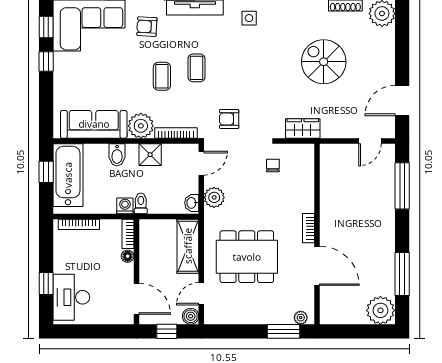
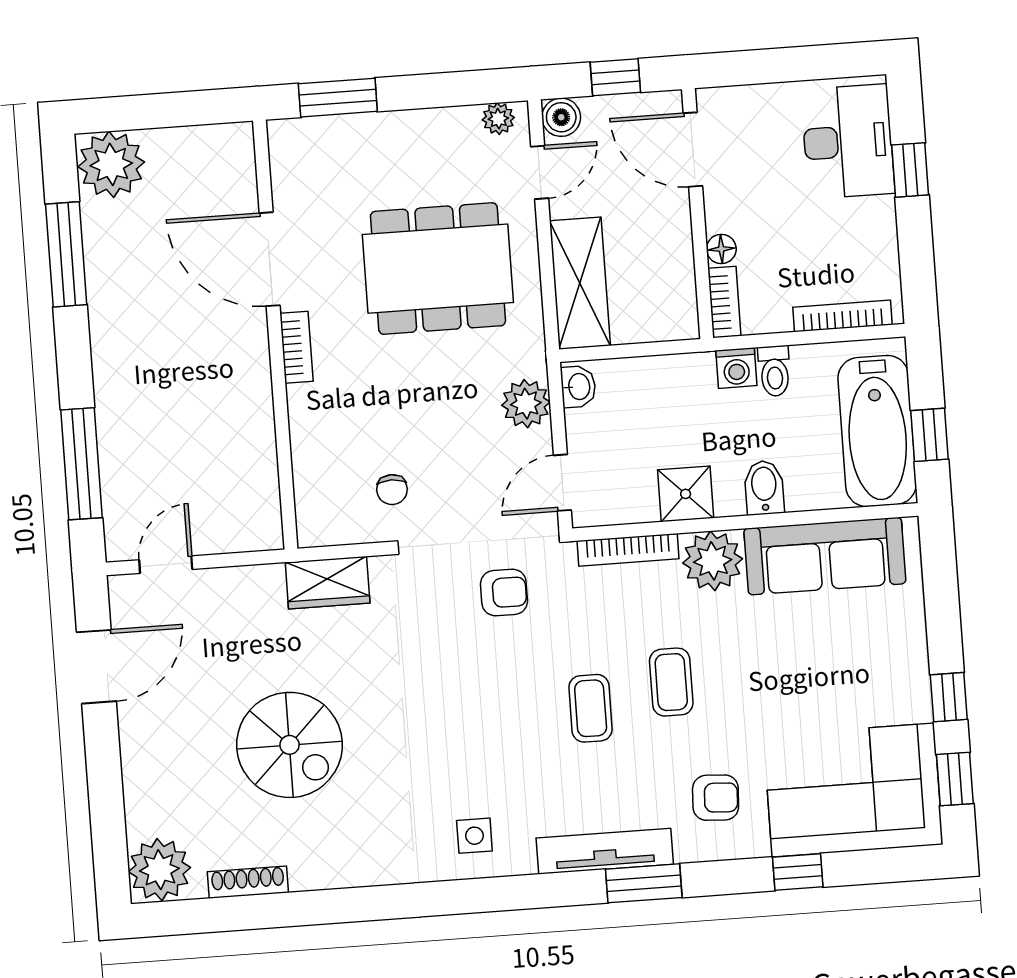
toilet: (141, 203) -> (775, 371), moved
plant: (301, 318) -> (498, 119), moved

